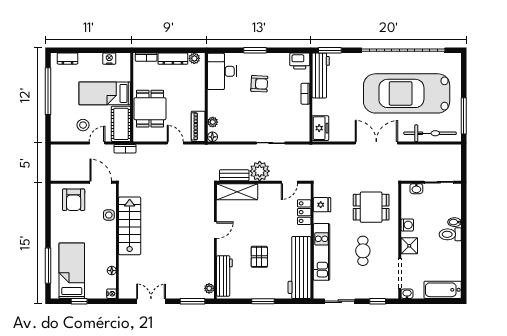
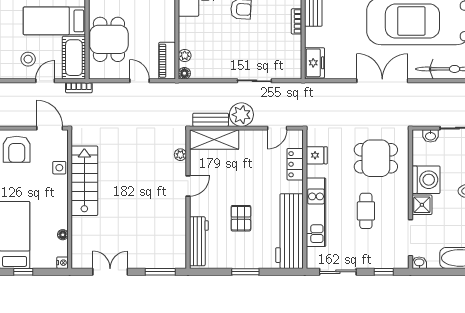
washing machine: (407, 225) -> (426, 180), width x1.89, depth x1.89
plant: (209, 288) -> (180, 155), moved

